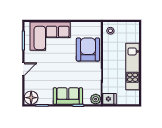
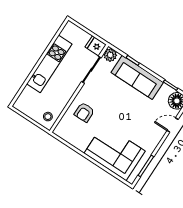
armchair: (88, 49) -> (84, 112), width x0.53, depth x0.53
door: (23, 69) -> (173, 125), moved
sofa: (68, 96) -> (137, 77), width x1.36

